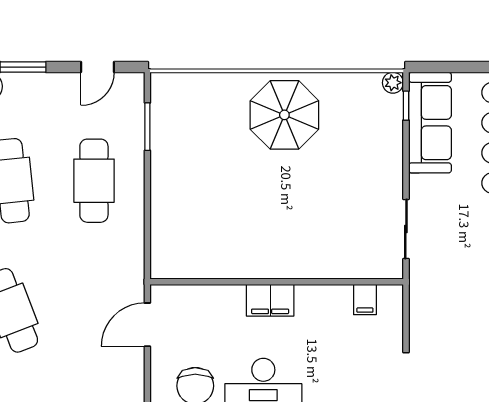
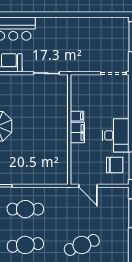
filing cabinet: (365, 299) -> (77, 116), moved

